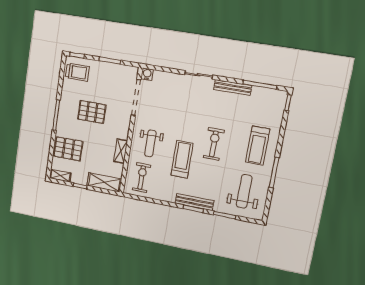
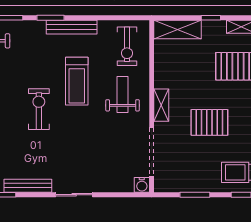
exercise bike: (214, 144) -> (39, 109), turned 180
shelving: (121, 151) -> (161, 105), moved
bench: (194, 202) -> (72, 27), moved

